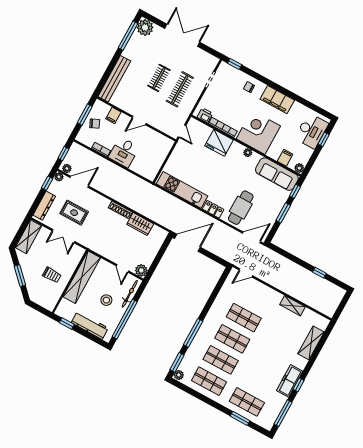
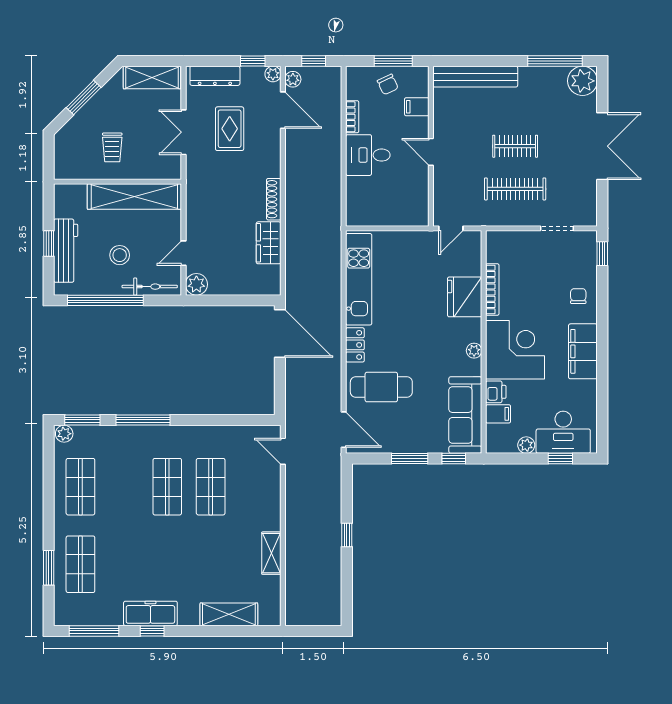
printer: (205, 115) -> (496, 392), moved
plant: (299, 168) -> (526, 445), moved
window: (319, 273) -> (347, 535), moved
window: (67, 323) -> (49, 243), moved
shop shelf: (221, 360) -> (124, 487), removed

